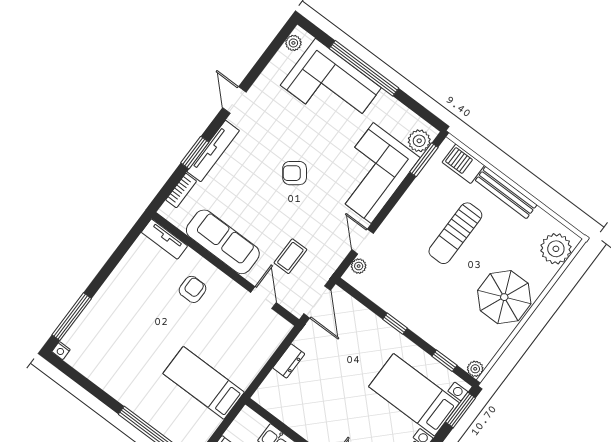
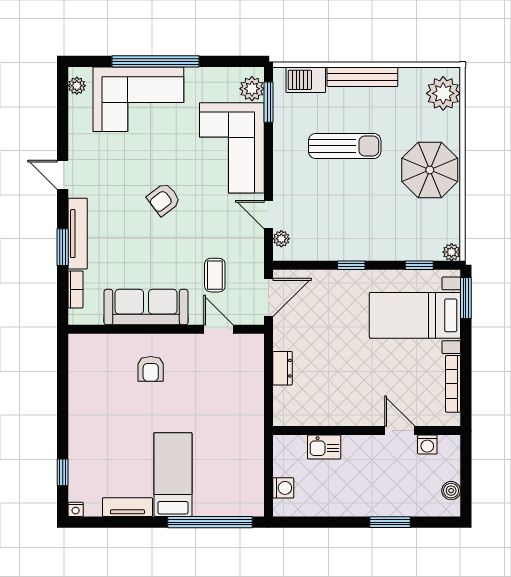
sun lounger: (455, 233) -> (345, 146), turned -90
tv unit: (164, 239) -> (127, 507), moved, turned 180
armchair: (193, 289) -> (151, 369), turned 180
door: (317, 302) -> (269, 298), hinge flipped
window: (72, 317) -> (63, 472), width x0.46
bed: (204, 383) -> (173, 475), moved, turned 90

